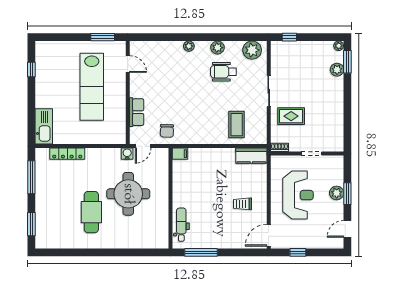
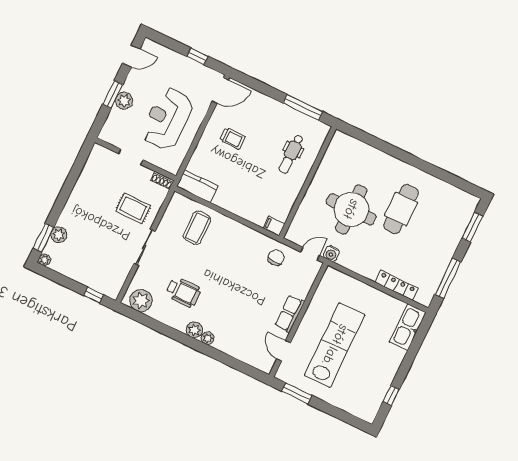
plant: (218, 48) -> (194, 330), moved
row of seats: (137, 112) -> (290, 314), moved
dental chair: (181, 225) -> (291, 154), moved

